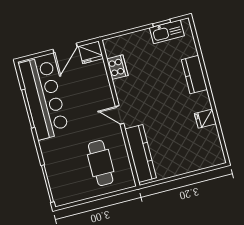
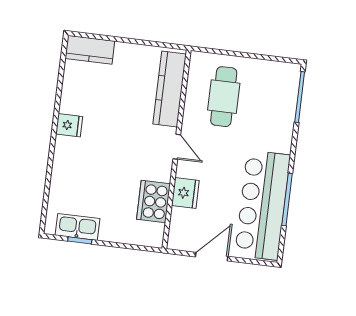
fridge: (91, 52) -> (185, 193), moved, turned 90
cooker: (117, 67) -> (153, 202), width x1.37, depth x1.31
kitchen counter: (194, 75) -> (90, 50), moved, turned 90
fridge: (205, 119) -> (69, 125), moved

